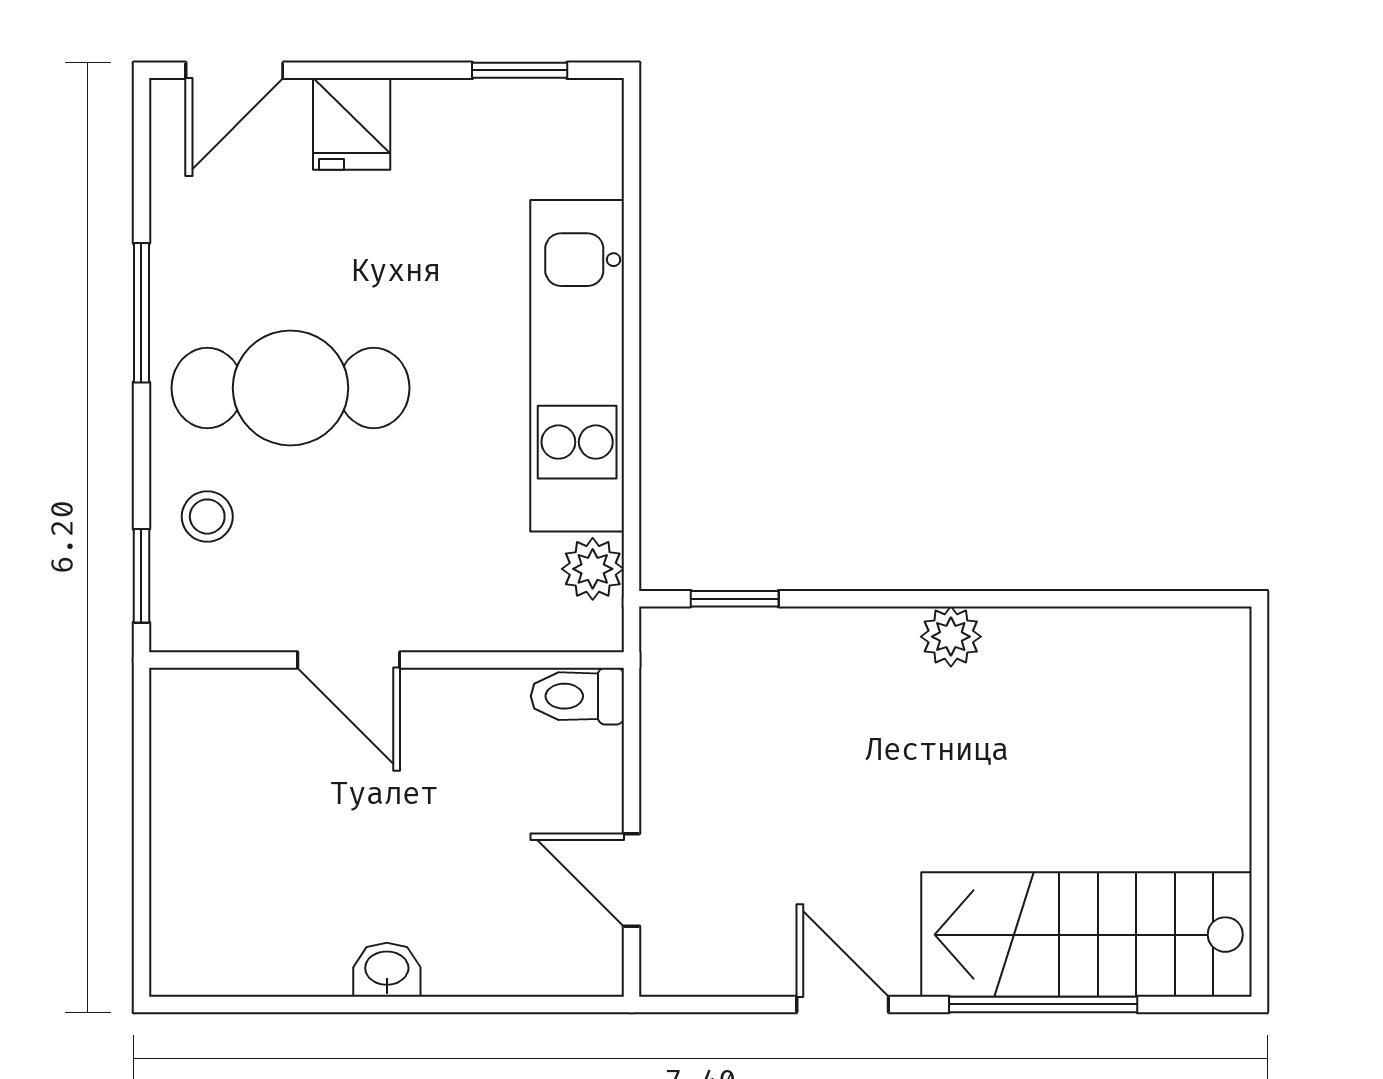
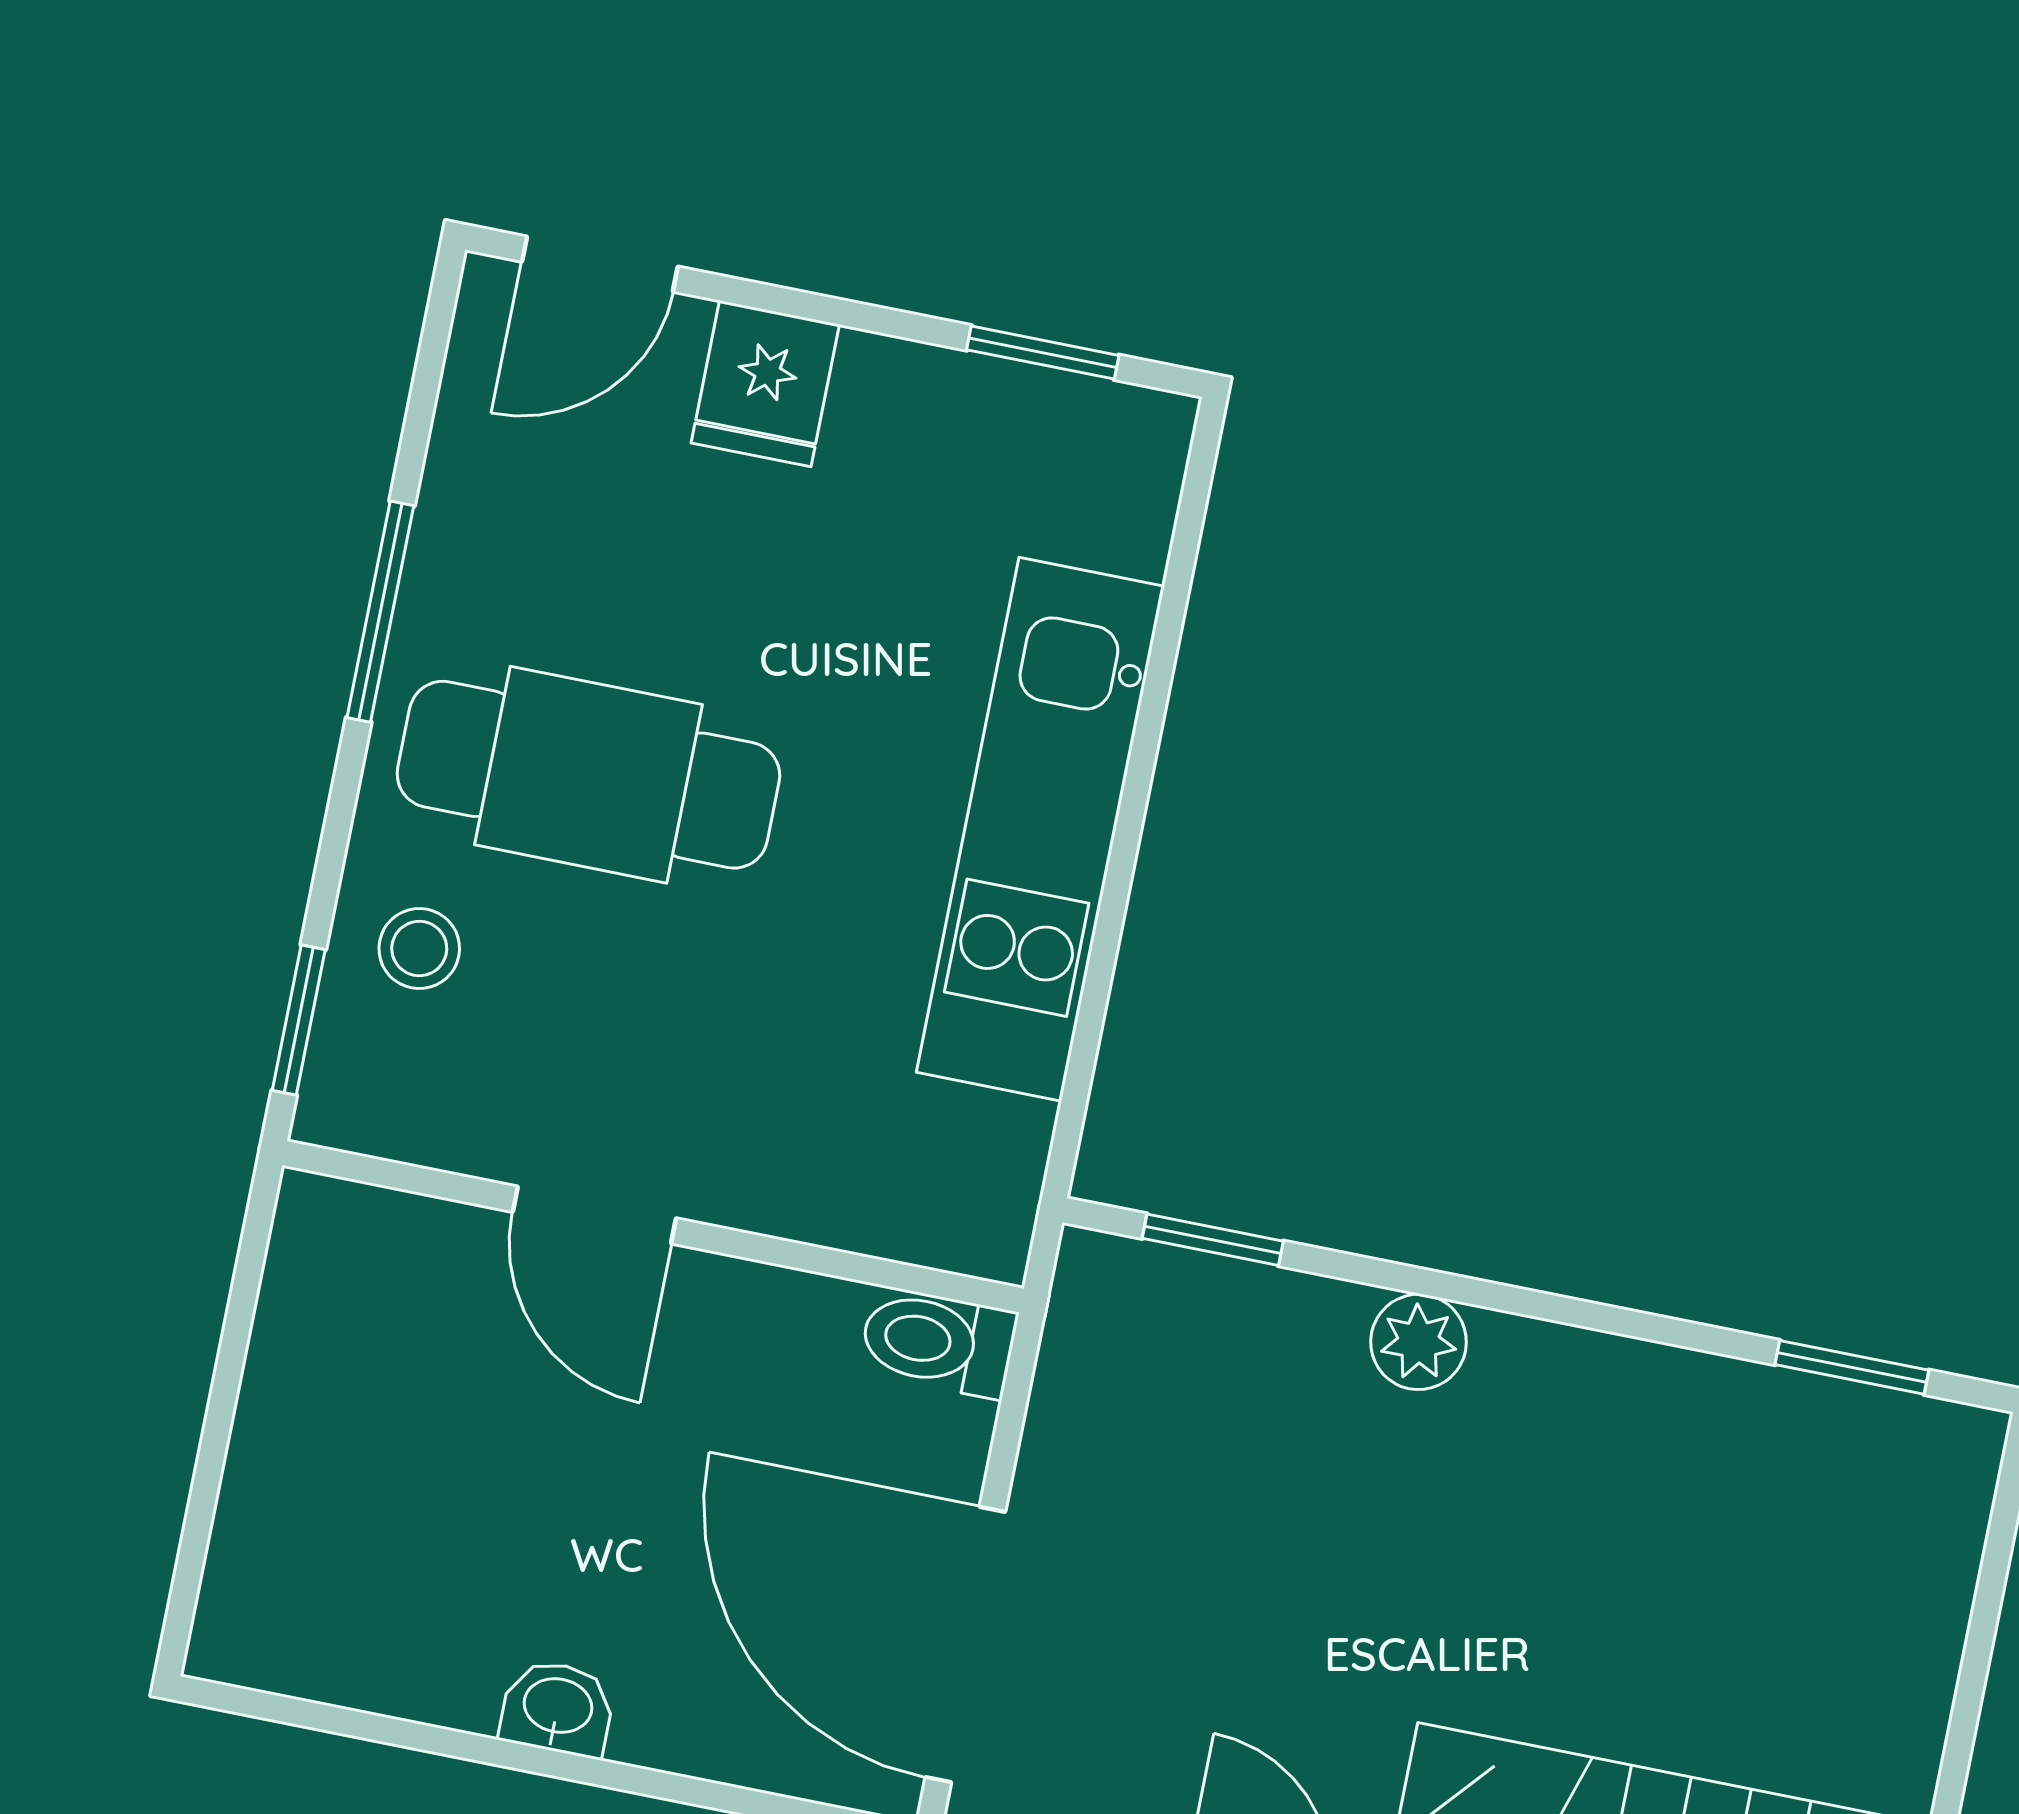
plant: (593, 569) -> (1002, 1149), removed
window: (1146, 599) -> (1852, 1367), added
plant: (951, 637) -> (1418, 1342), moved
door: (631, 880) -> (965, 1644), width x1.88

